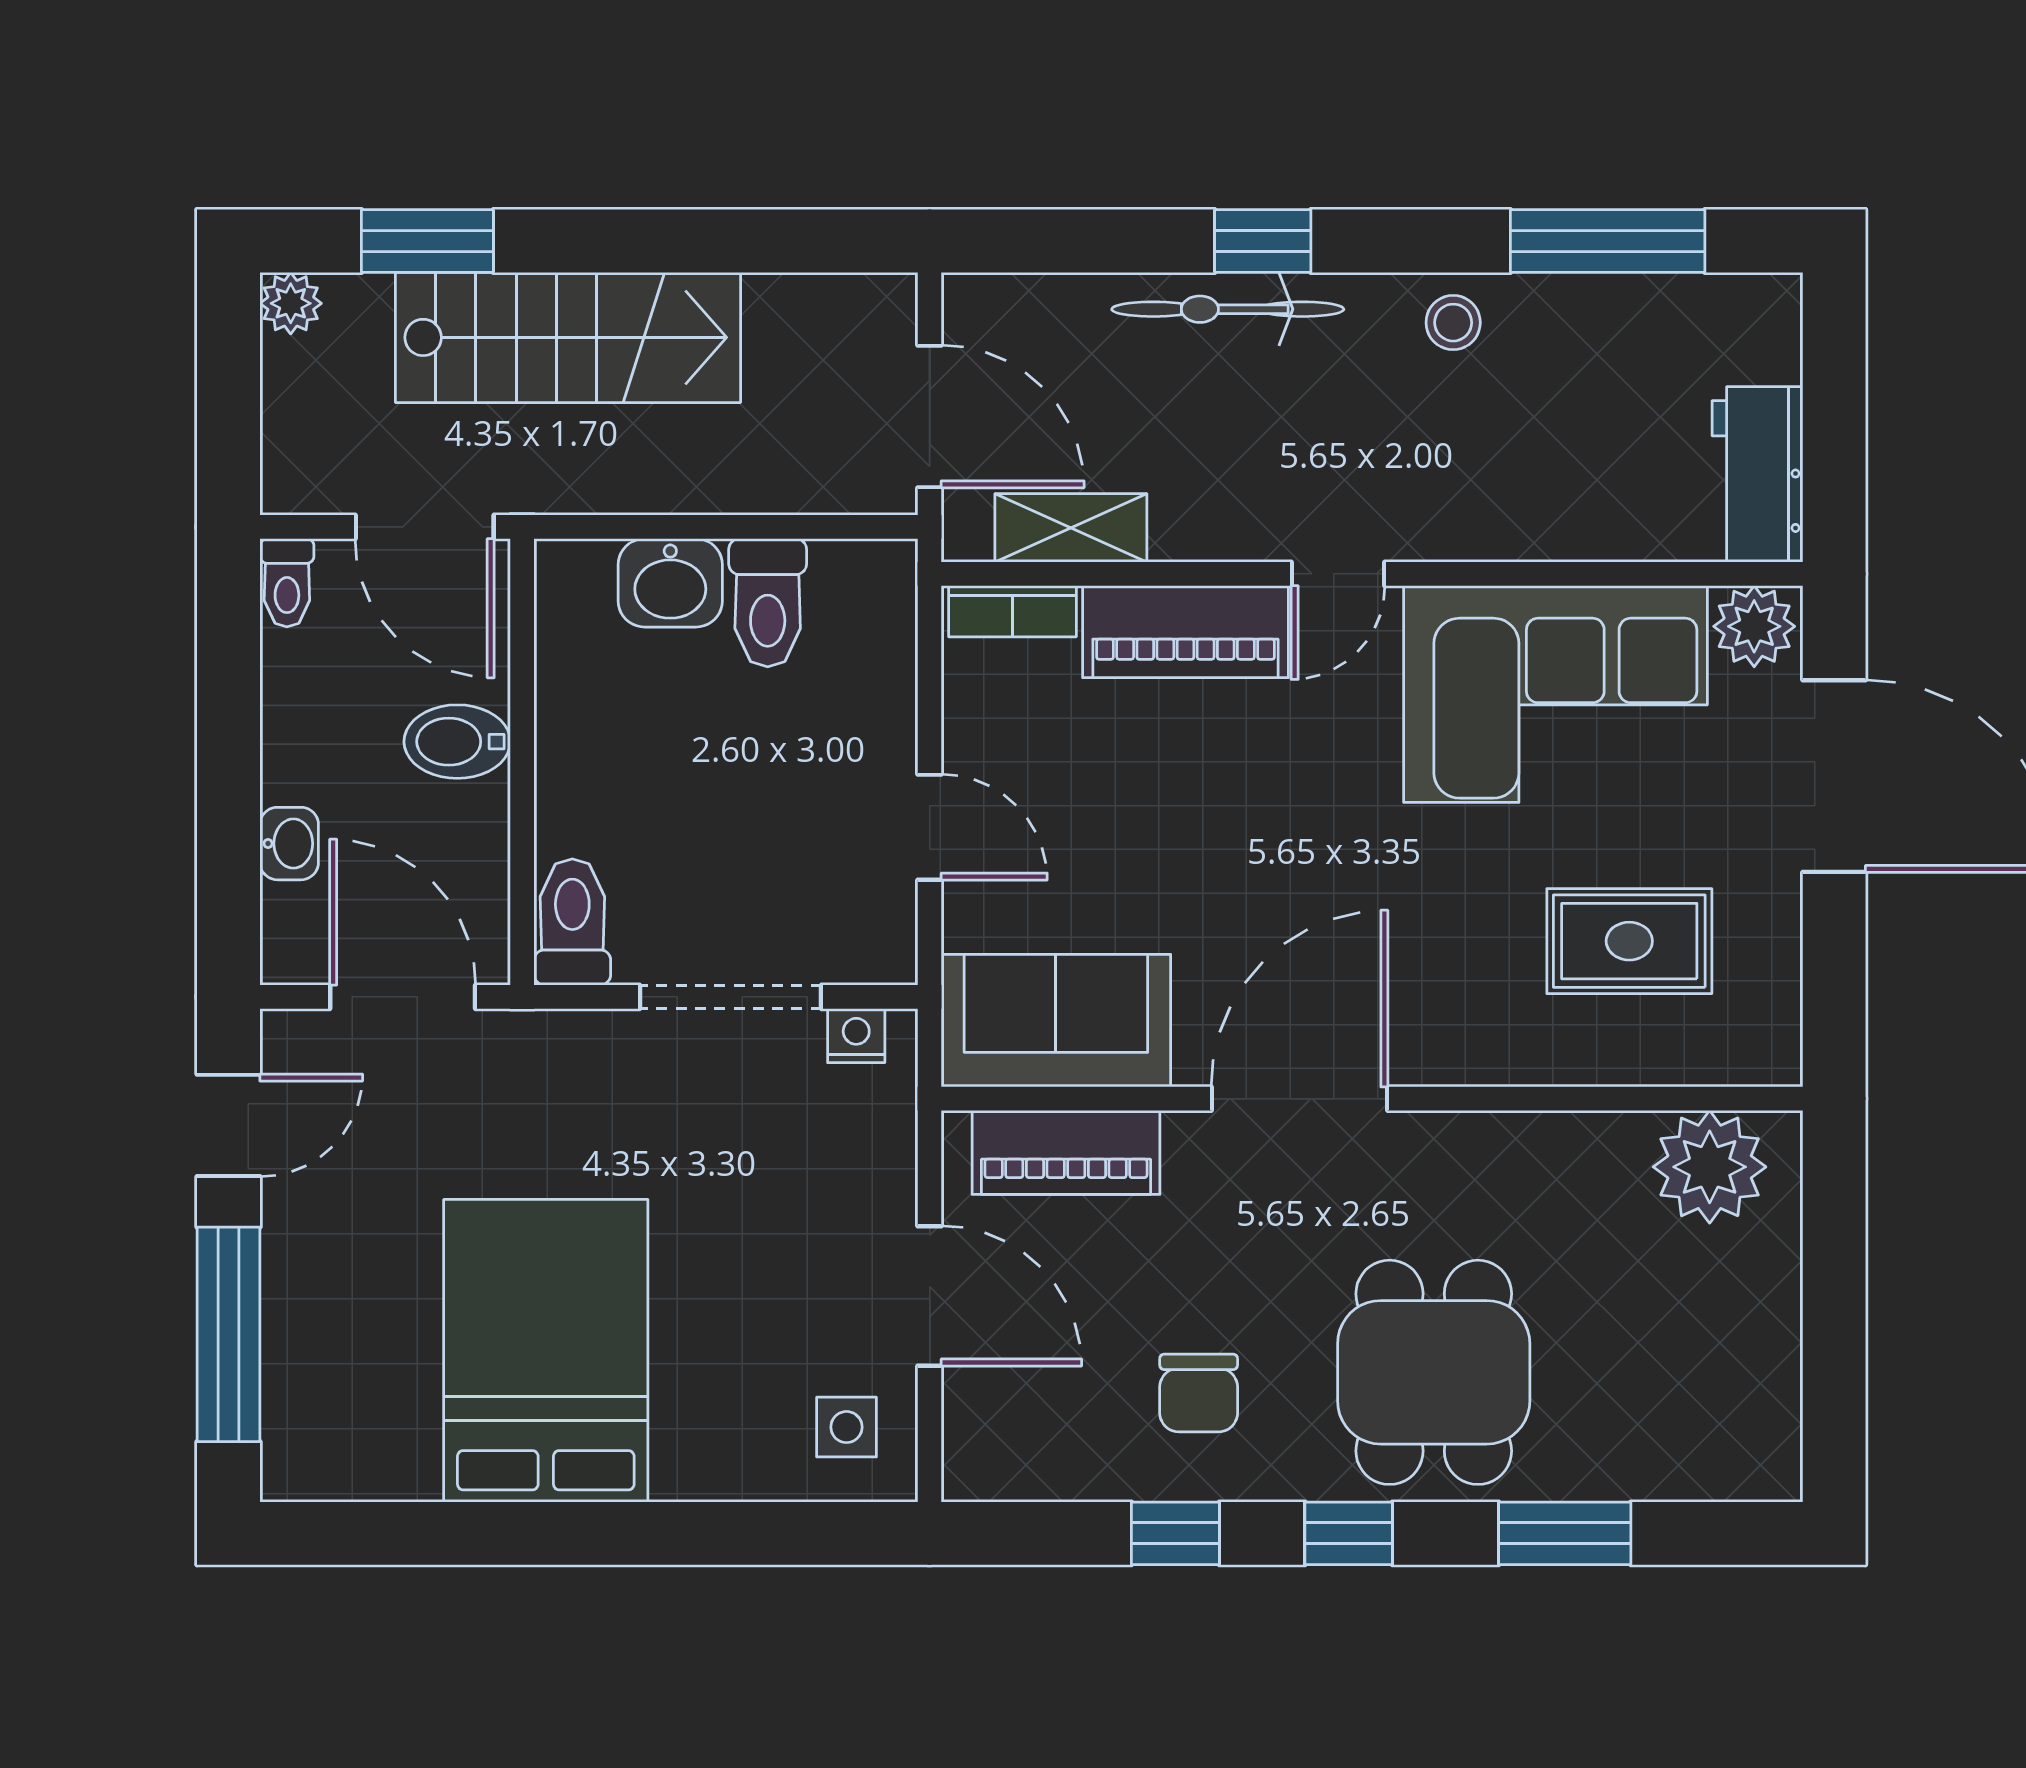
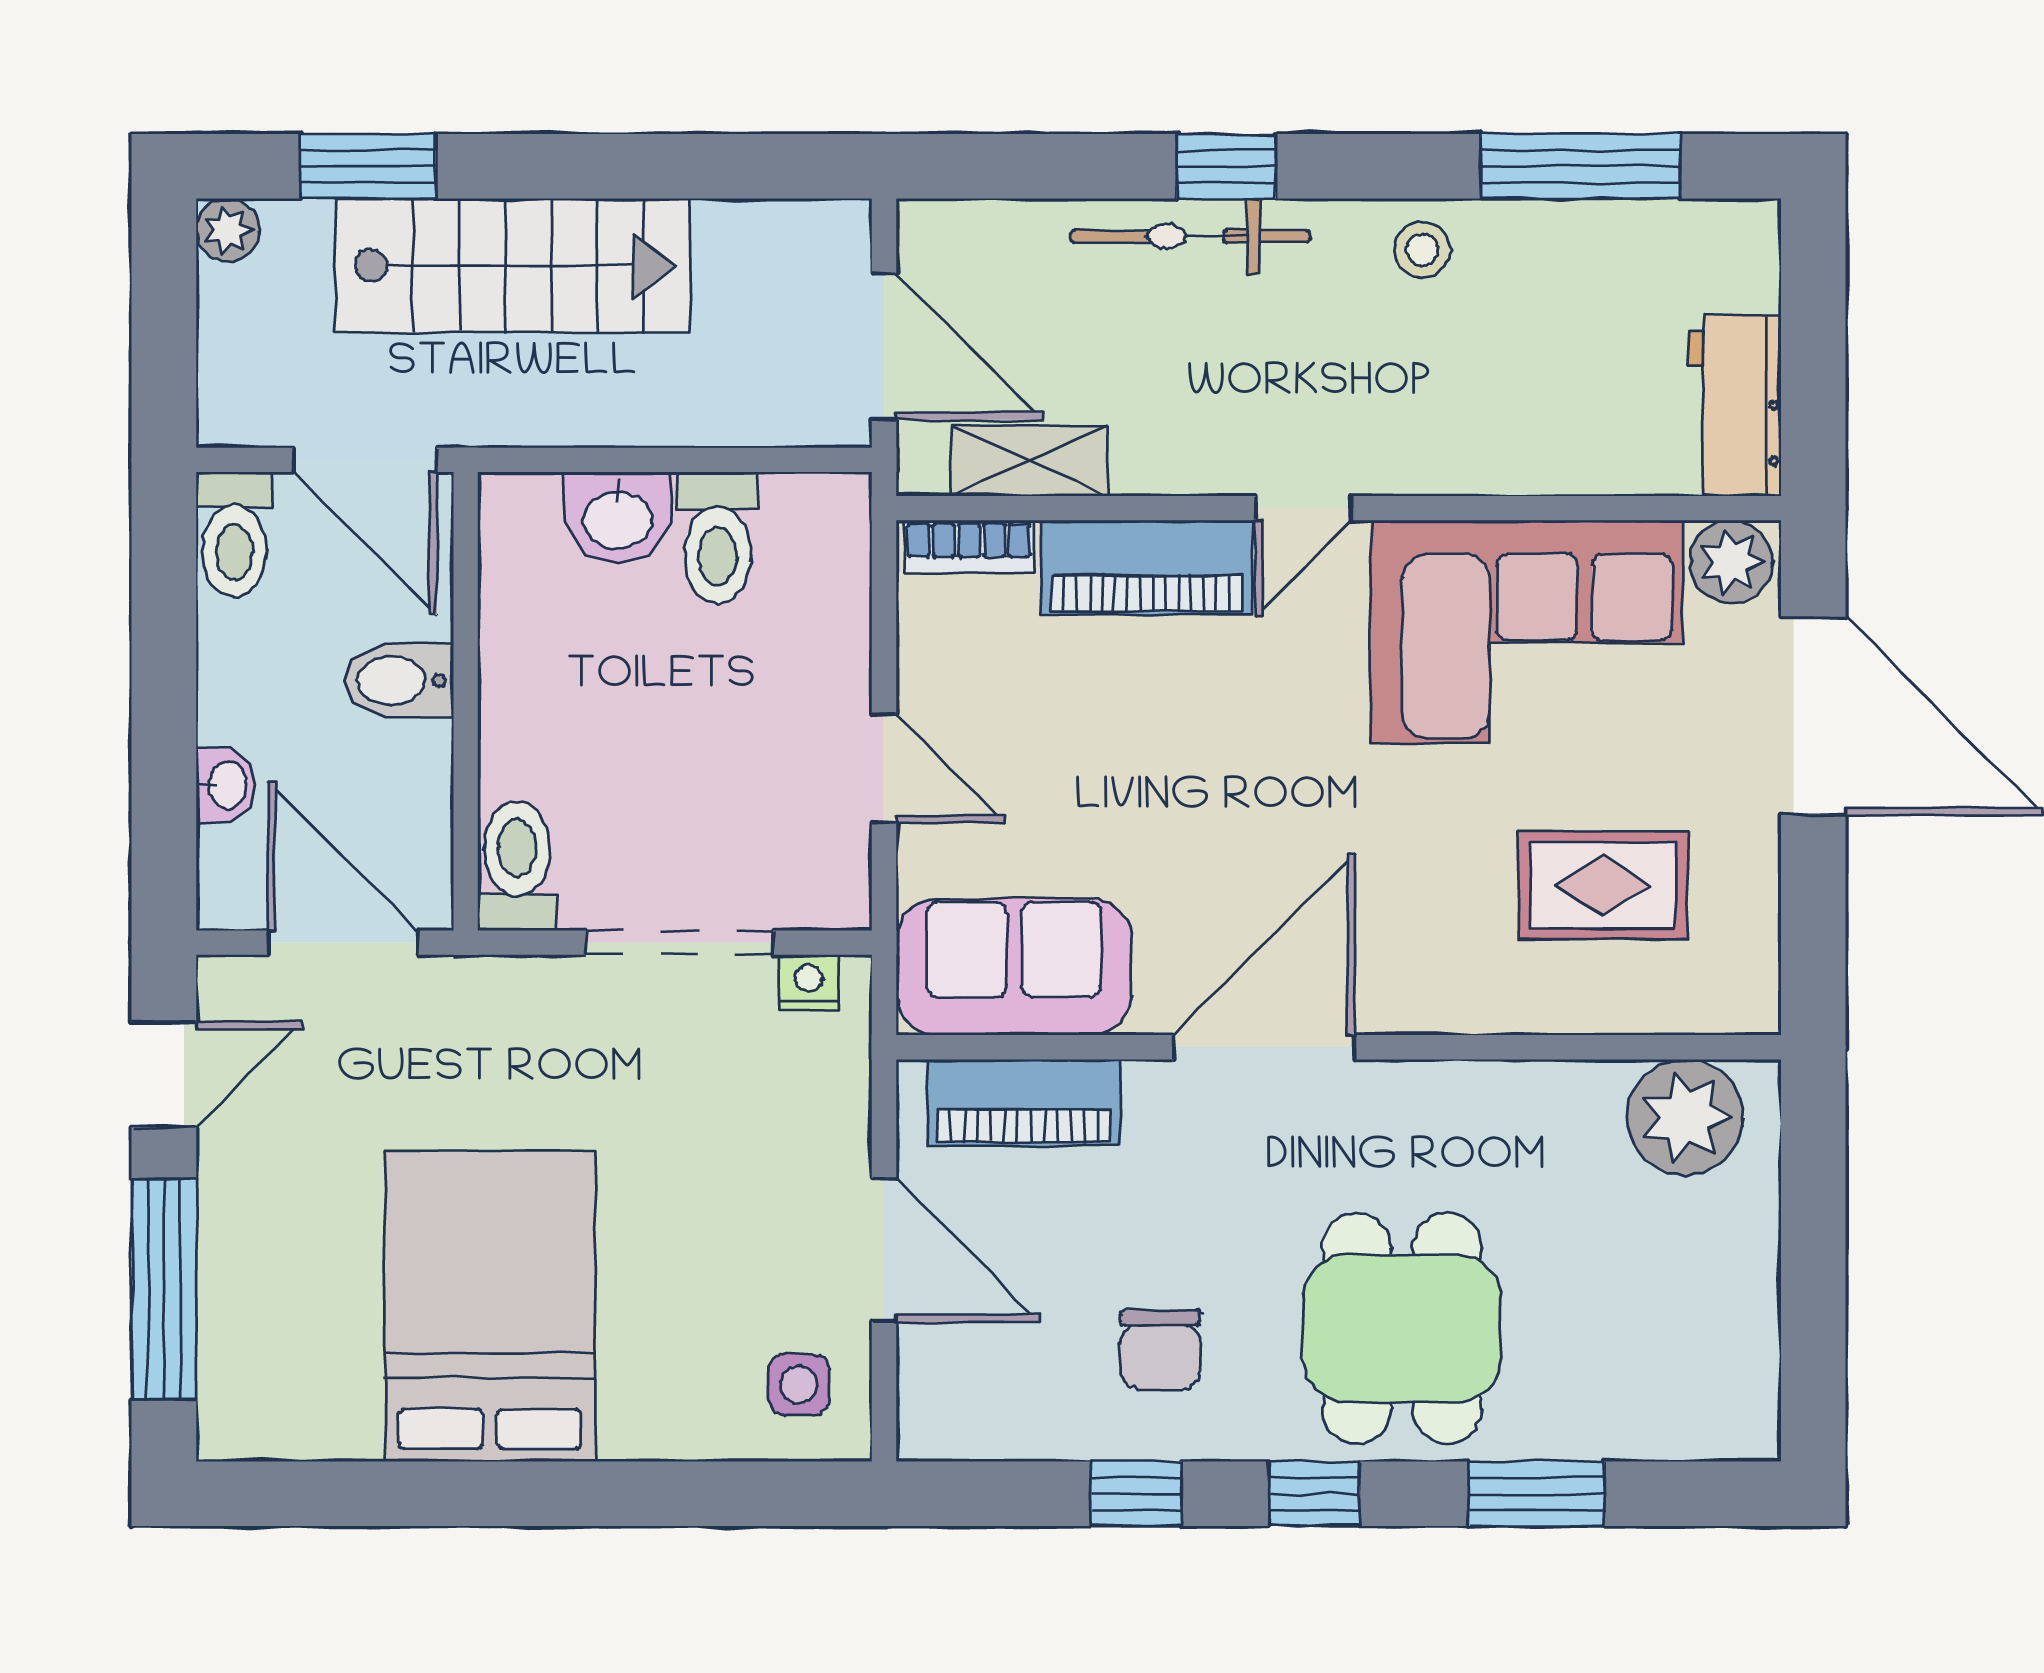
toilet: (287, 583) -> (234, 535), width x1.37, depth x1.39

